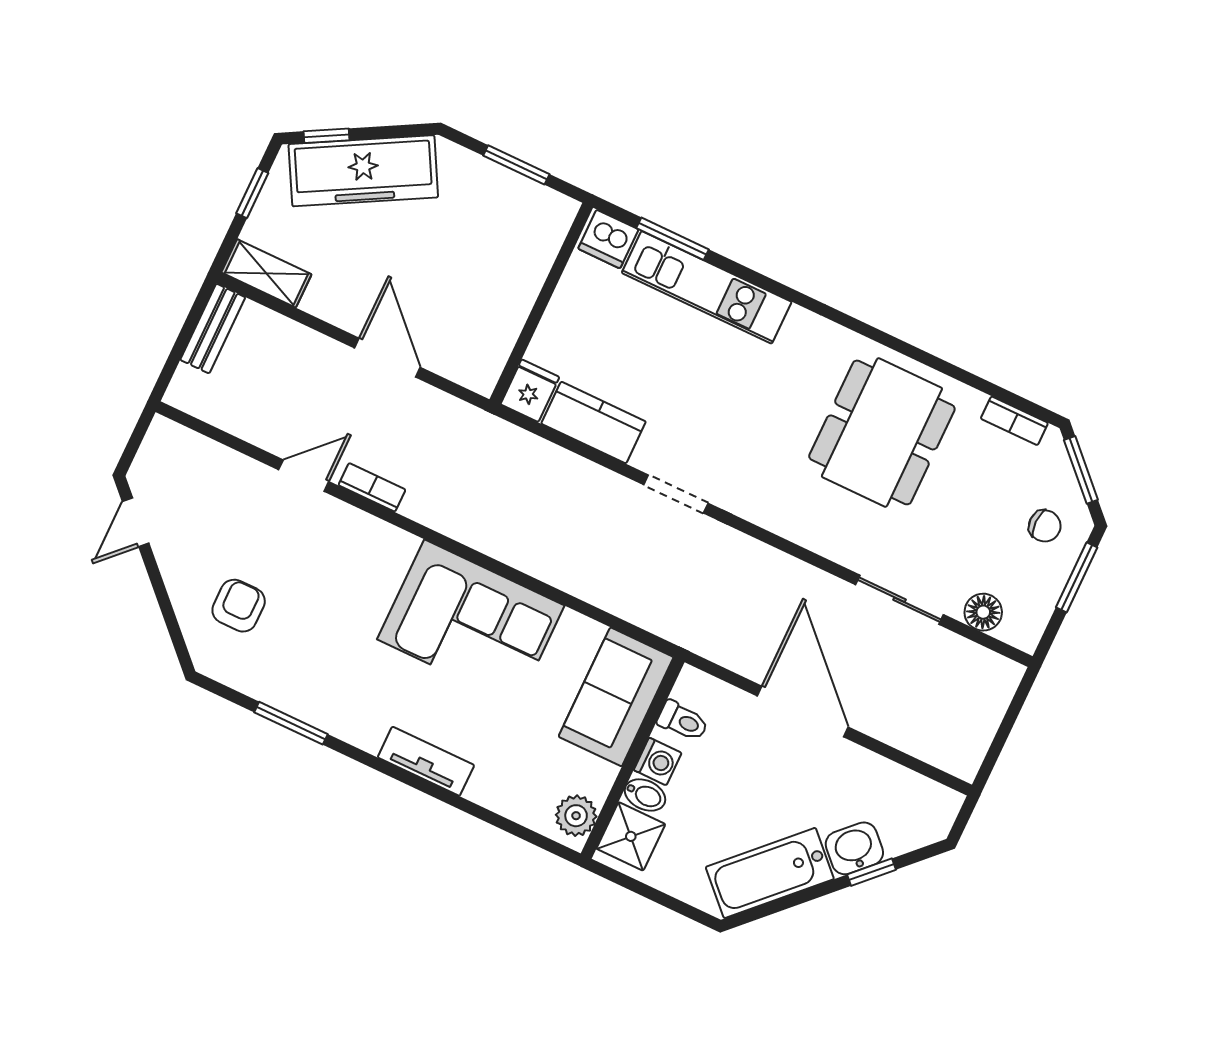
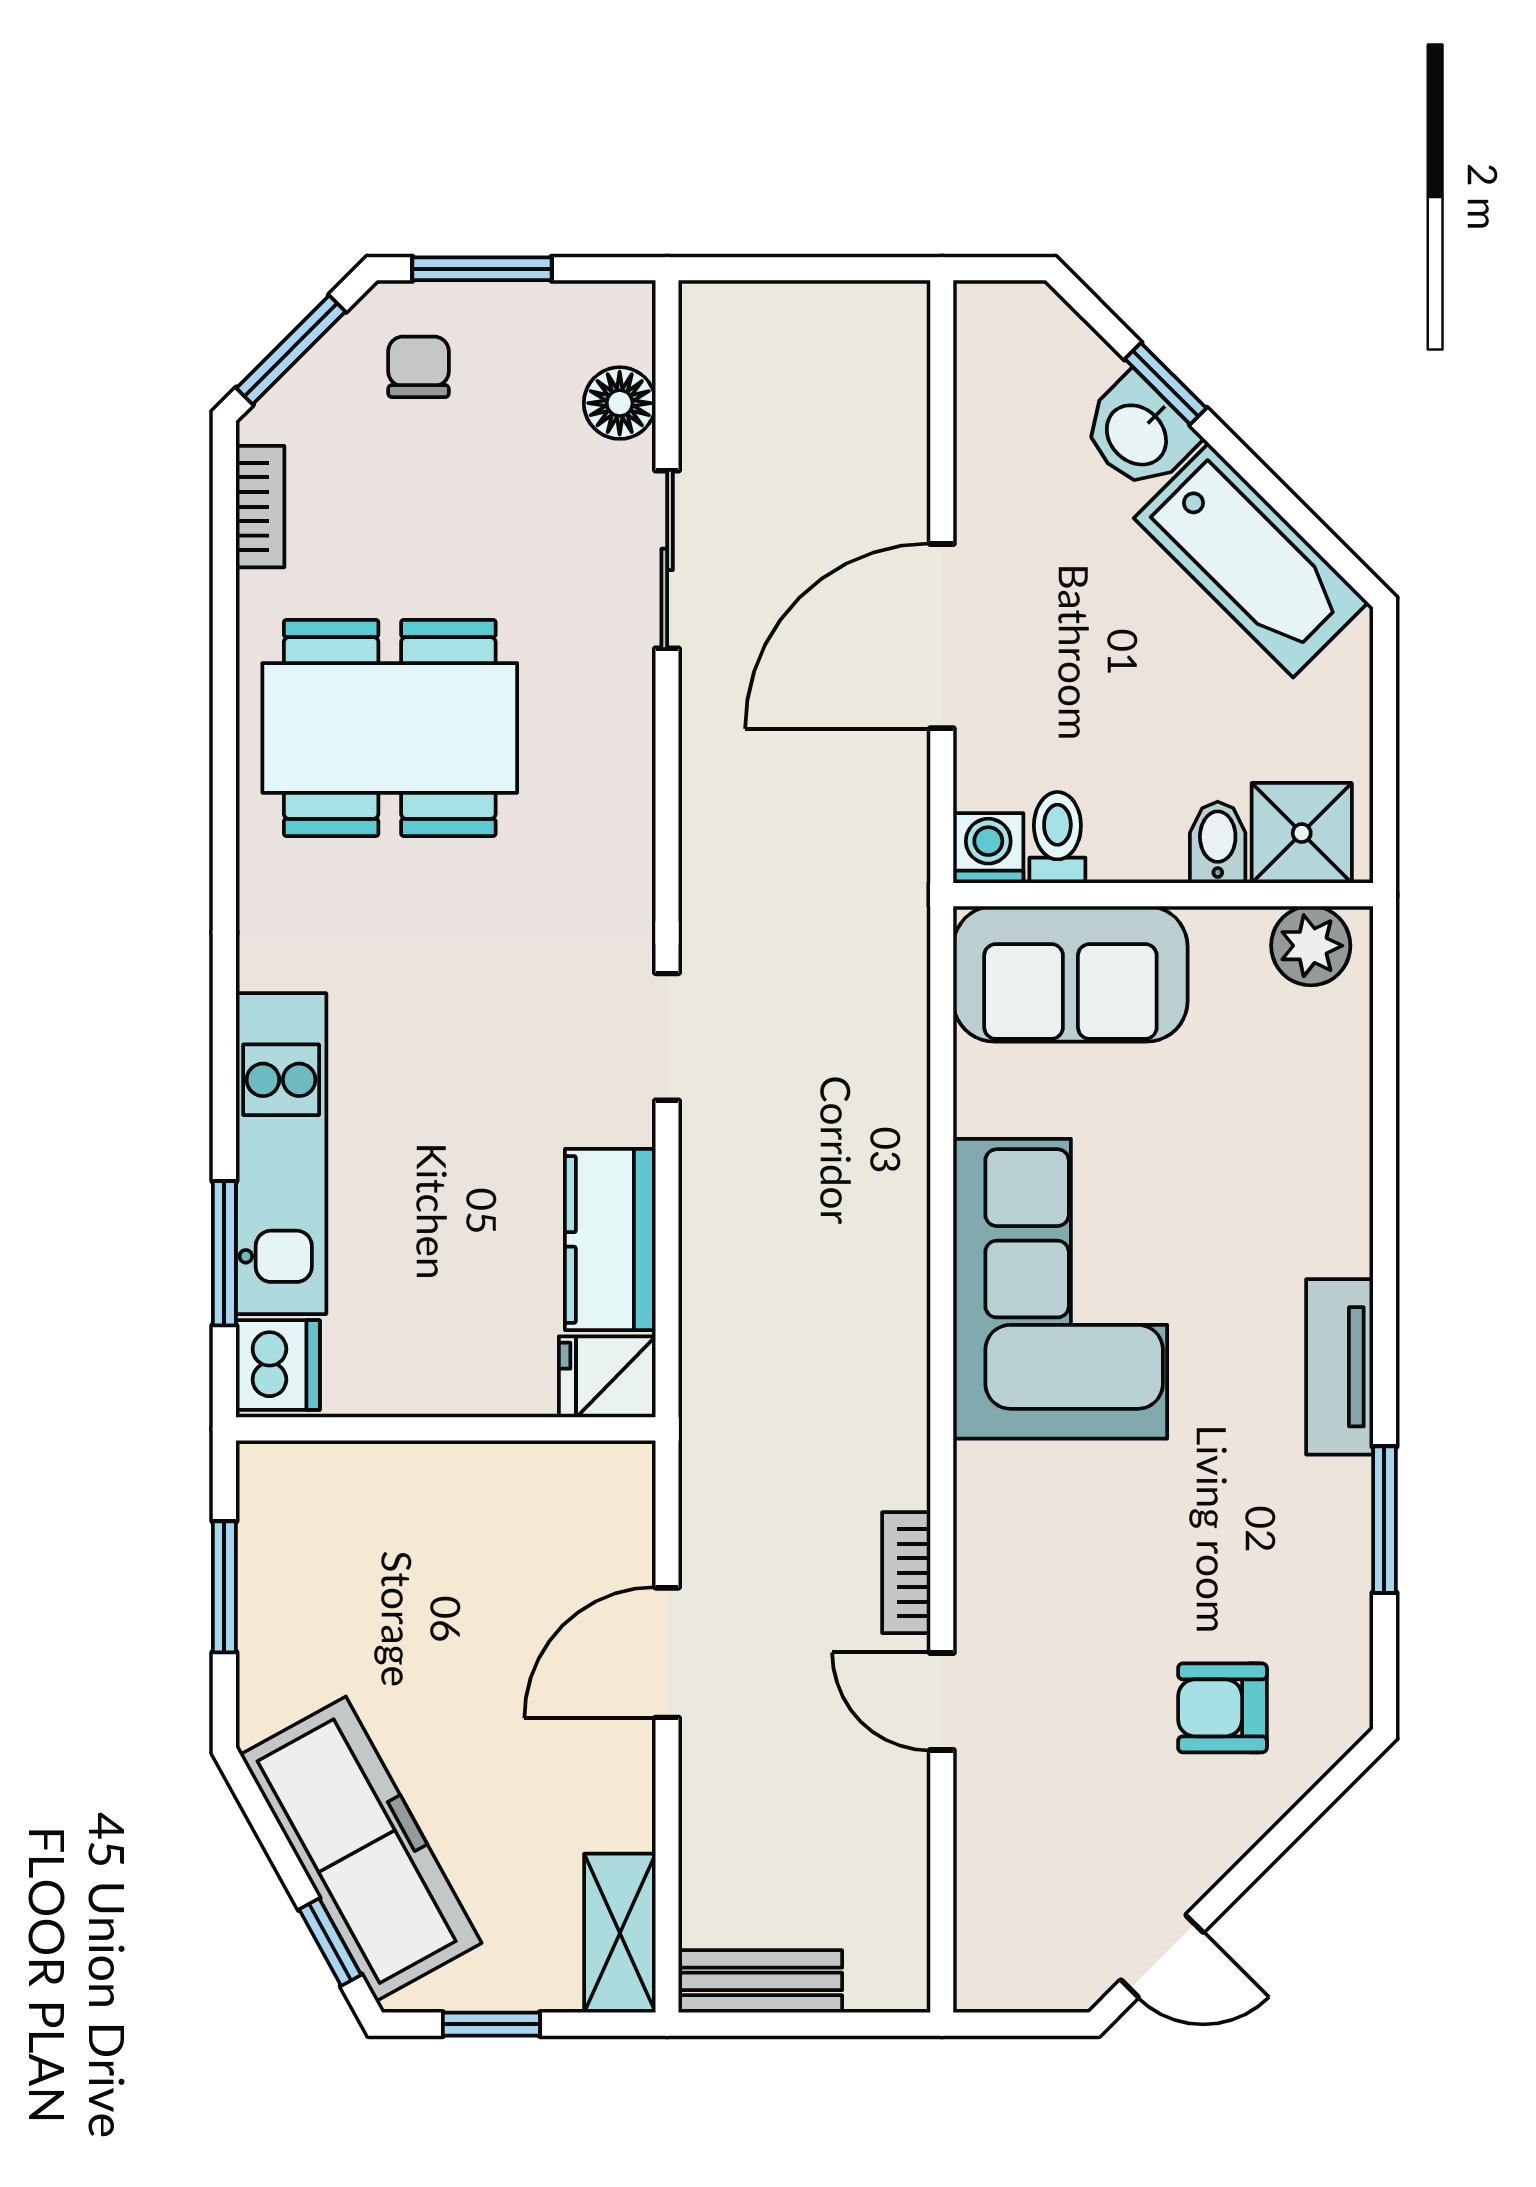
tv unit: (426, 761) -> (1340, 1367), moved
washing machine: (658, 761) -> (988, 848), moved

